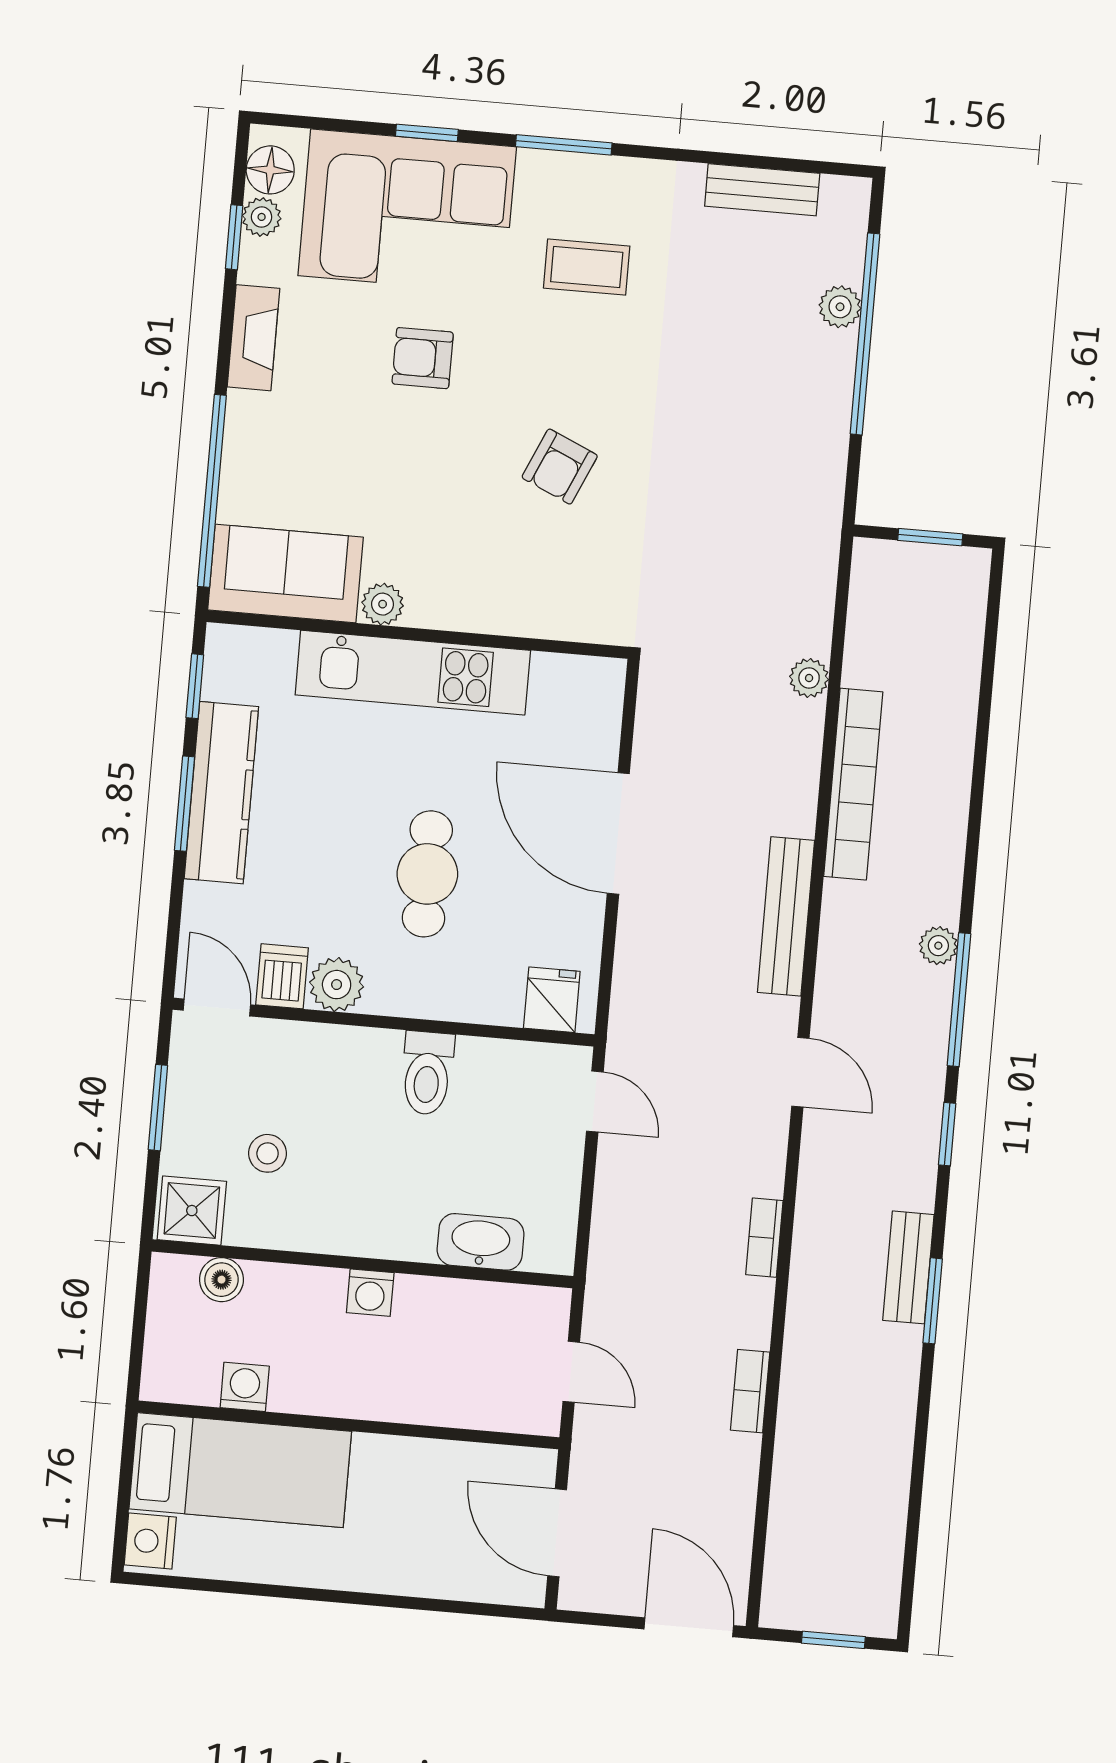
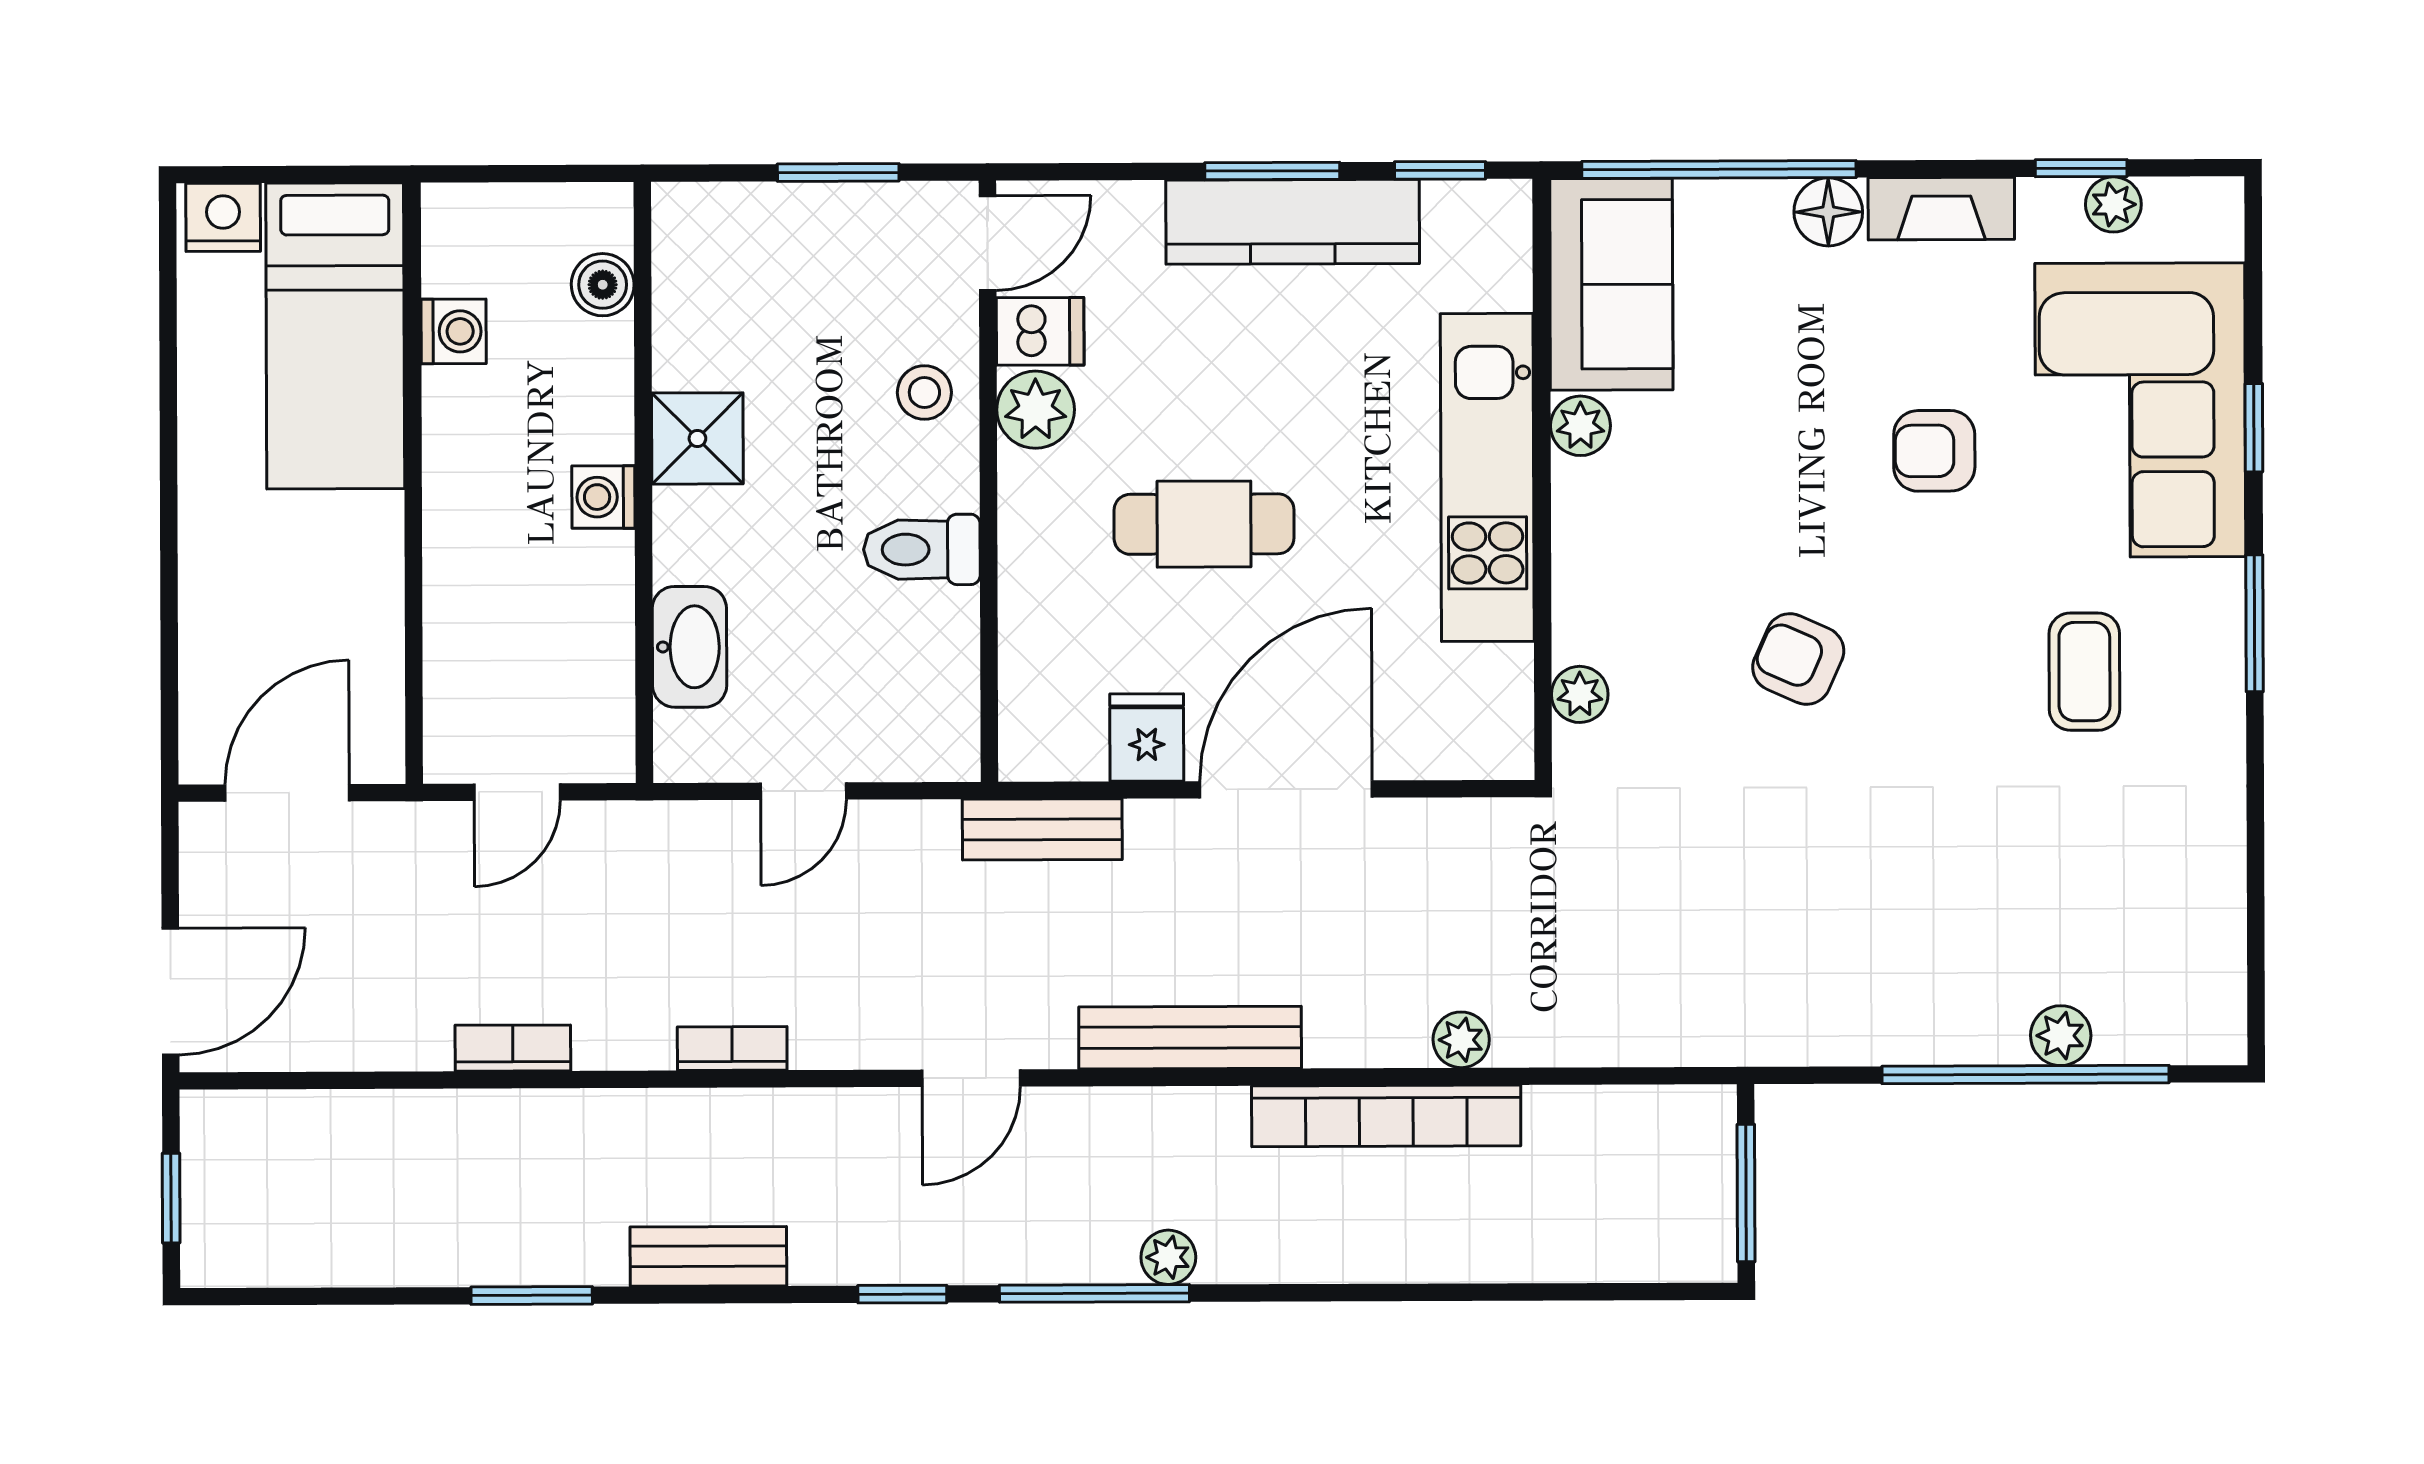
floor lamp: (270, 170) -> (1828, 212), moved
bench: (762, 190) -> (1042, 829), moved, turned 90
armchair: (423, 358) -> (1934, 451), turned -90
window: (930, 537) -> (1746, 1193), width x1.50
plant: (571, 622) -> (1580, 694), added
plant: (809, 678) -> (1461, 1040), moved
fridge: (552, 1000) -> (1147, 737), moved, turned -90
door: (595, 1102) -> (803, 791), moved
stool: (268, 1153) -> (924, 392), moved
shower: (192, 1211) -> (697, 438), moved
window: (933, 1301) -> (532, 1295), moved

